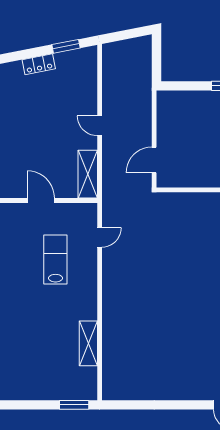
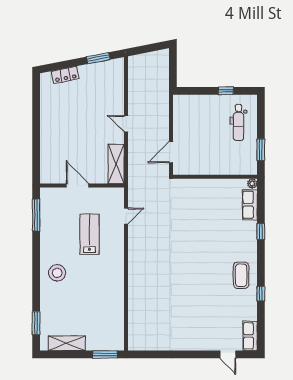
locker: (39, 64) -> (65, 75), moved
stool: (16, 306) -> (57, 273), added
shelving: (88, 343) -> (67, 343), moved, turned 90

